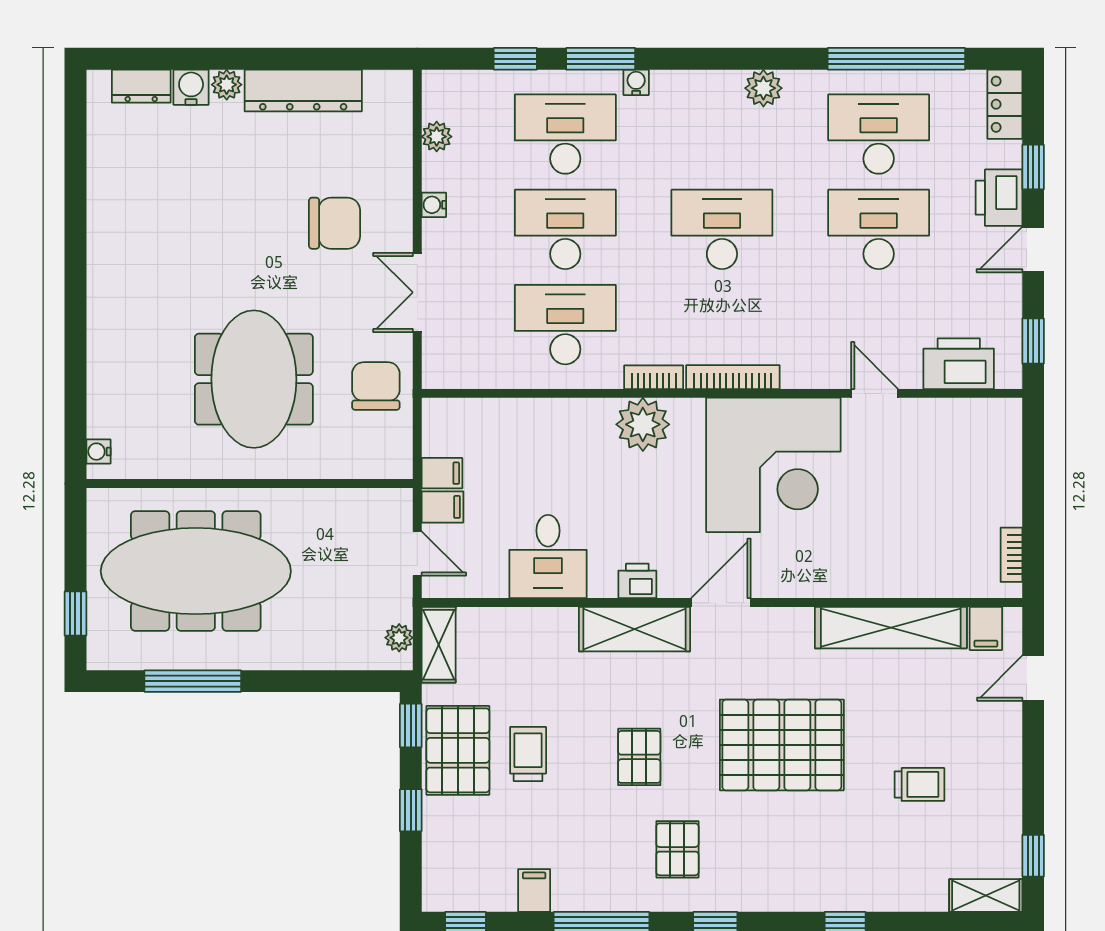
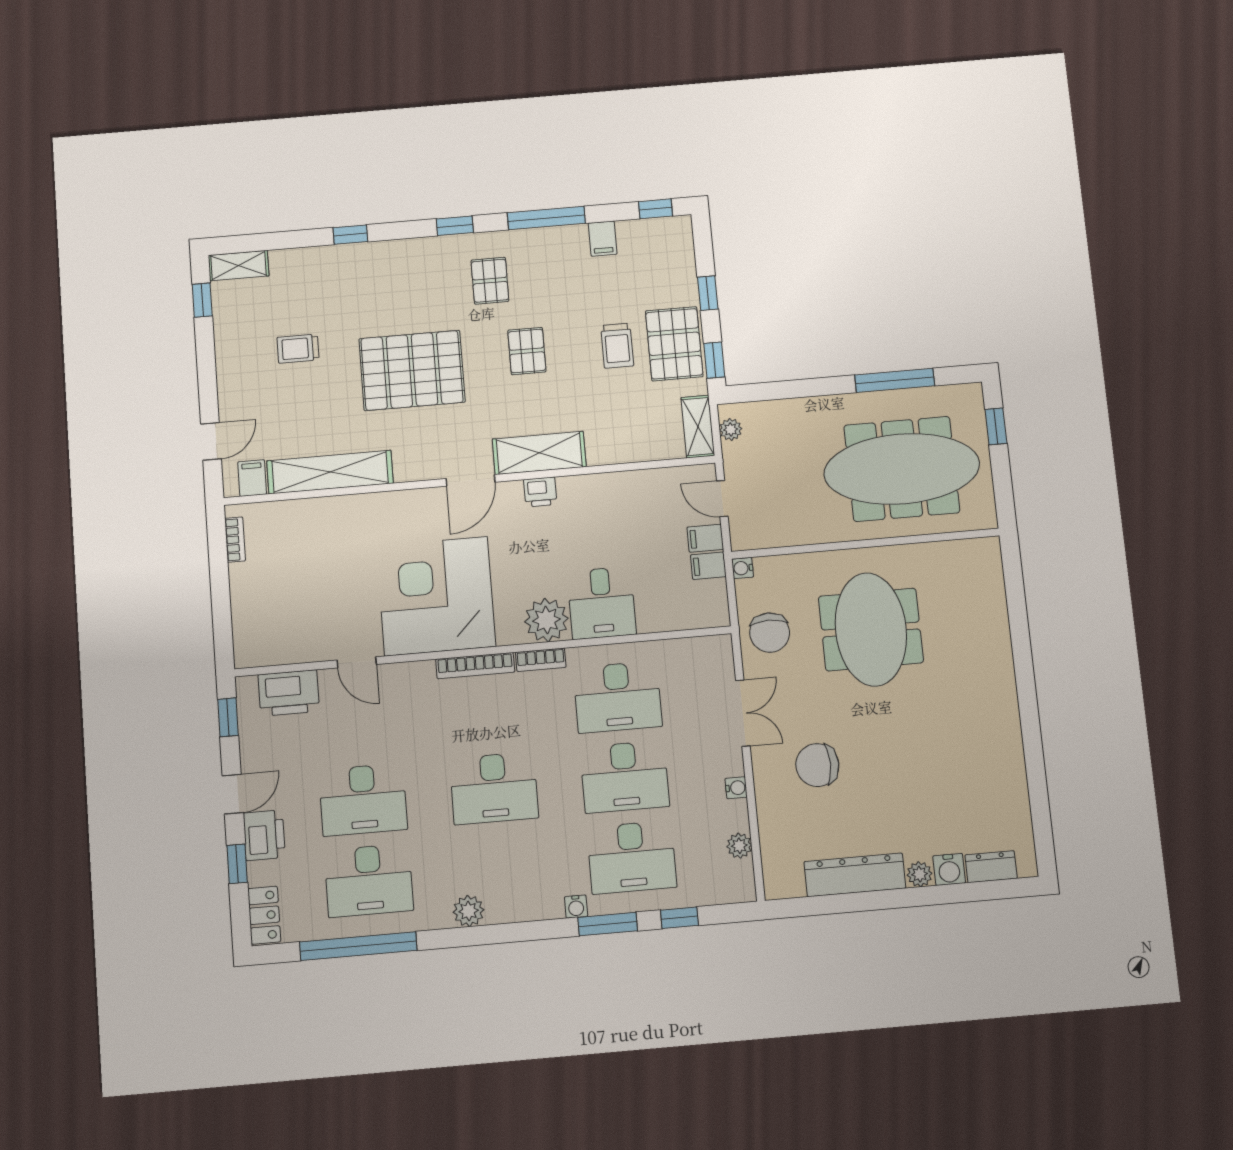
water cooler: (98, 452) -> (743, 568), moved, turned 180
desk: (548, 557) -> (602, 603), moved, turned 180

